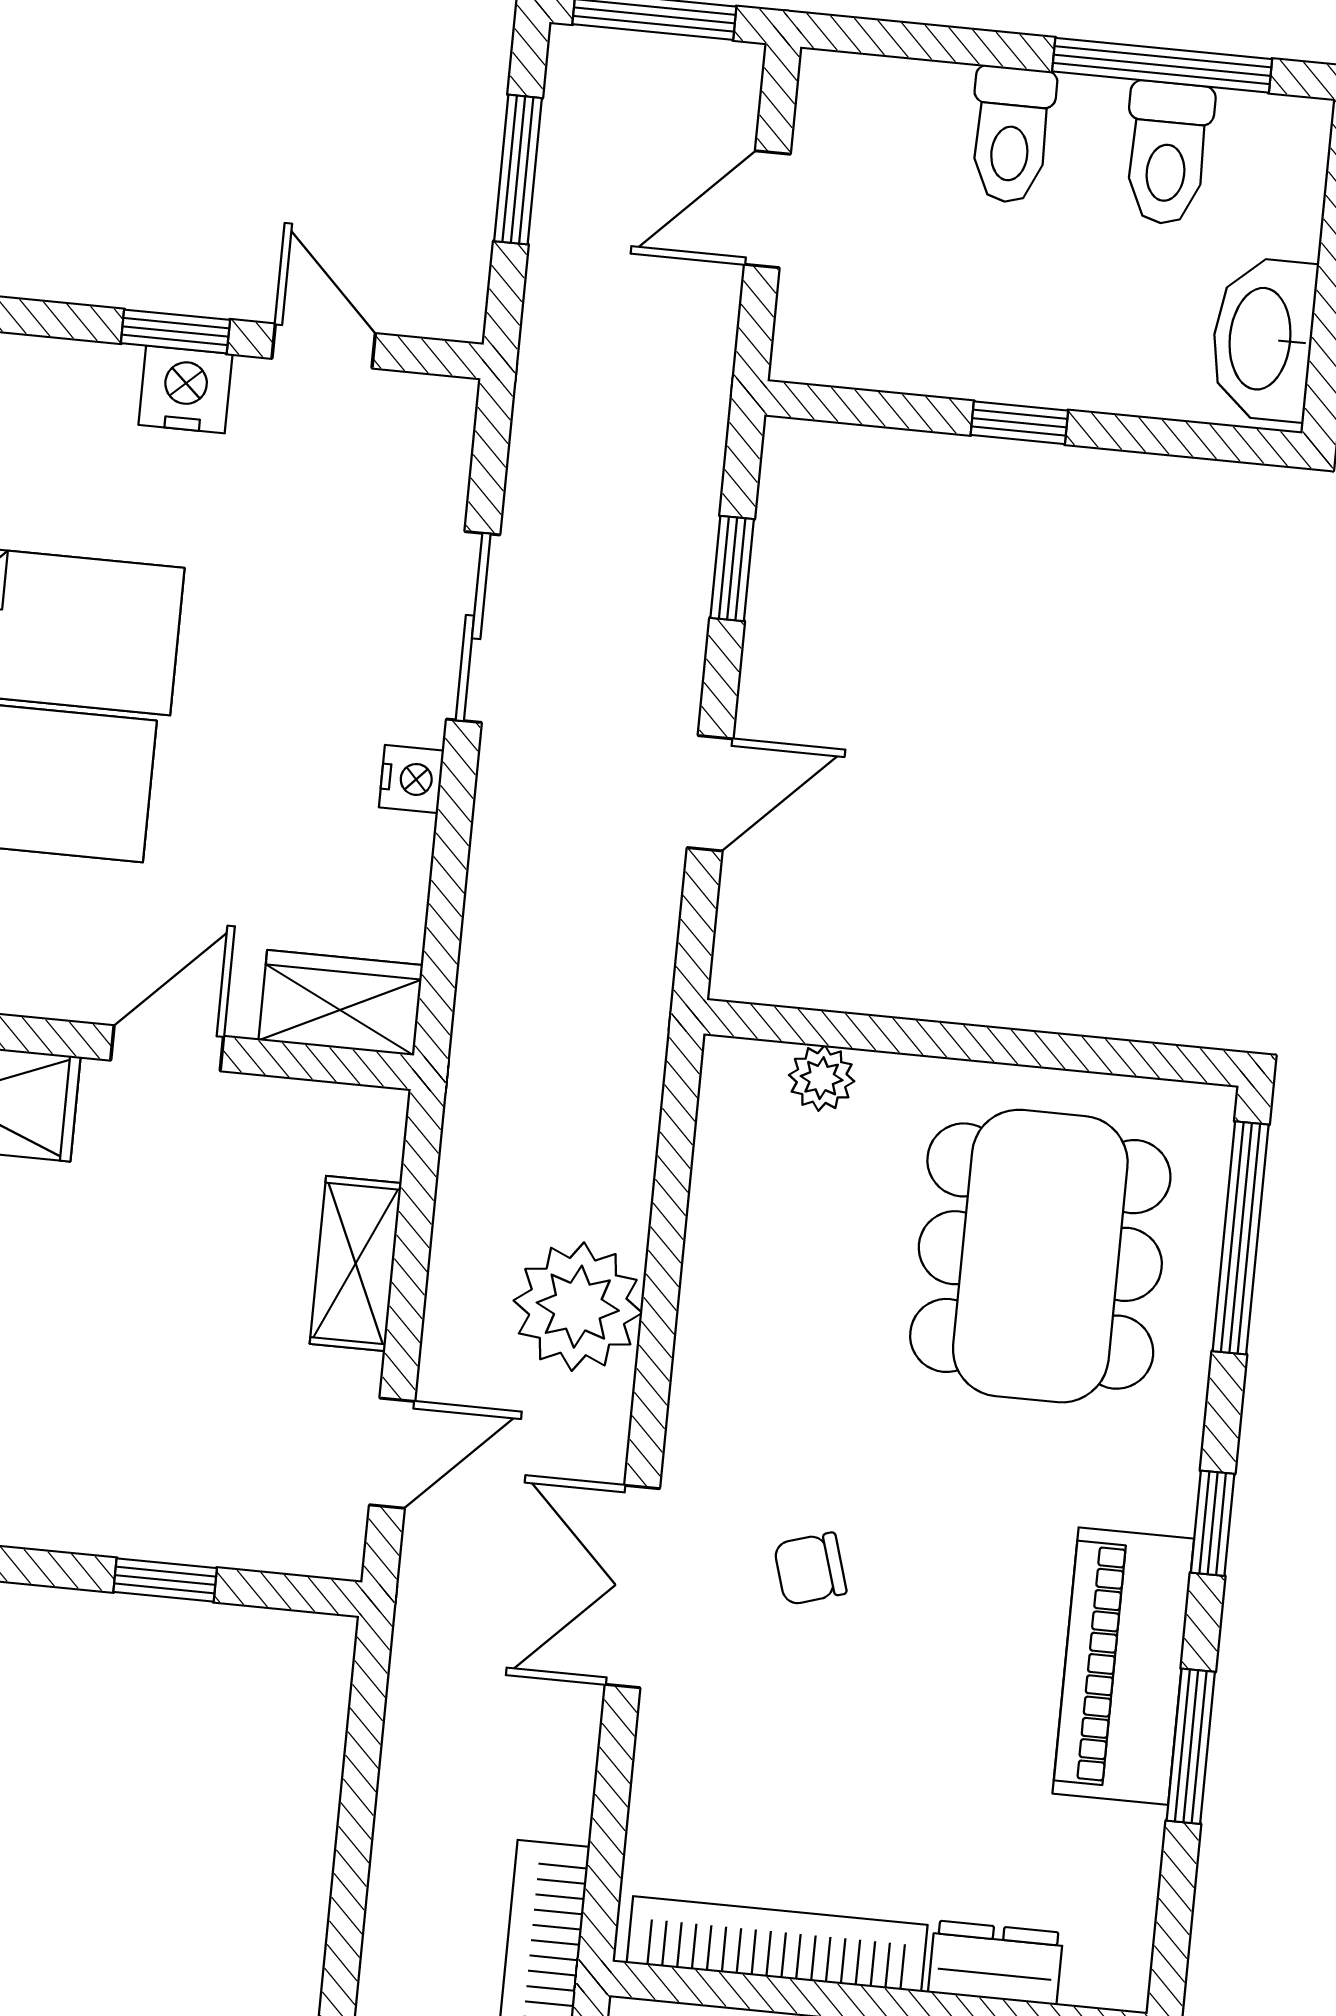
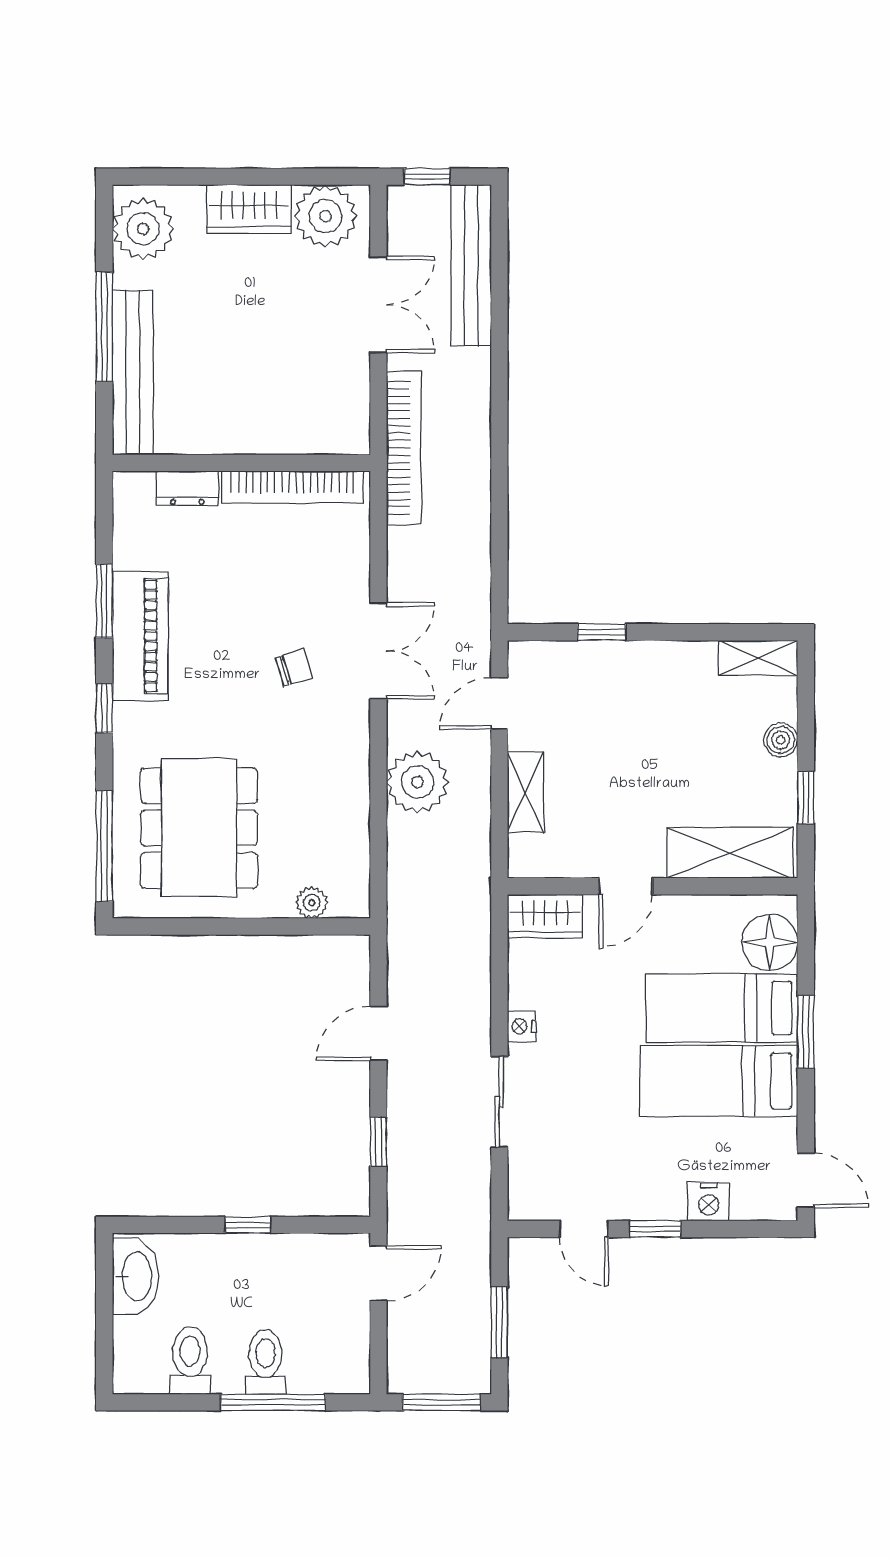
window: (1162, 65) -> (273, 1402), moved
door: (767, 209) -> (378, 1273), moved
nightstand: (185, 389) -> (709, 1202), moved

